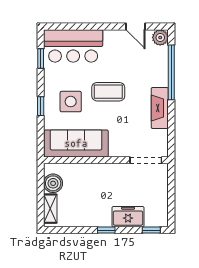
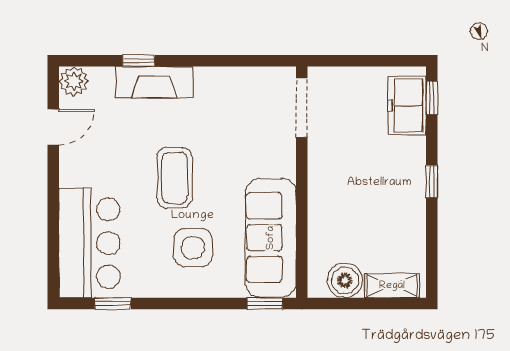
window: (171, 72) -> (139, 61), width x0.32
window: (41, 106) -> (265, 304), moved
fireplace: (160, 108) -> (154, 82), moved
freezer: (128, 217) -> (407, 106), moved

